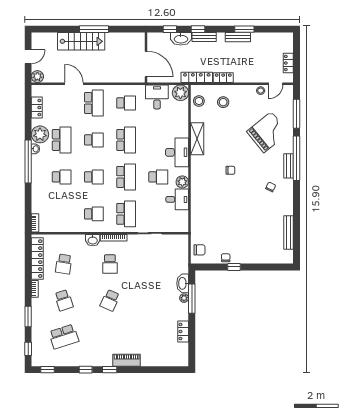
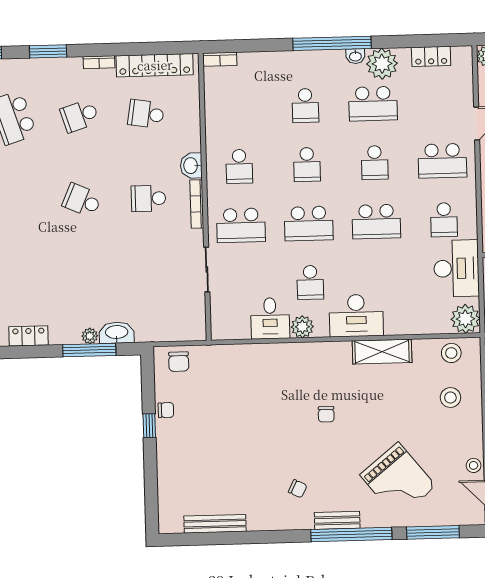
desk: (157, 97) -> (456, 268), width x1.37

